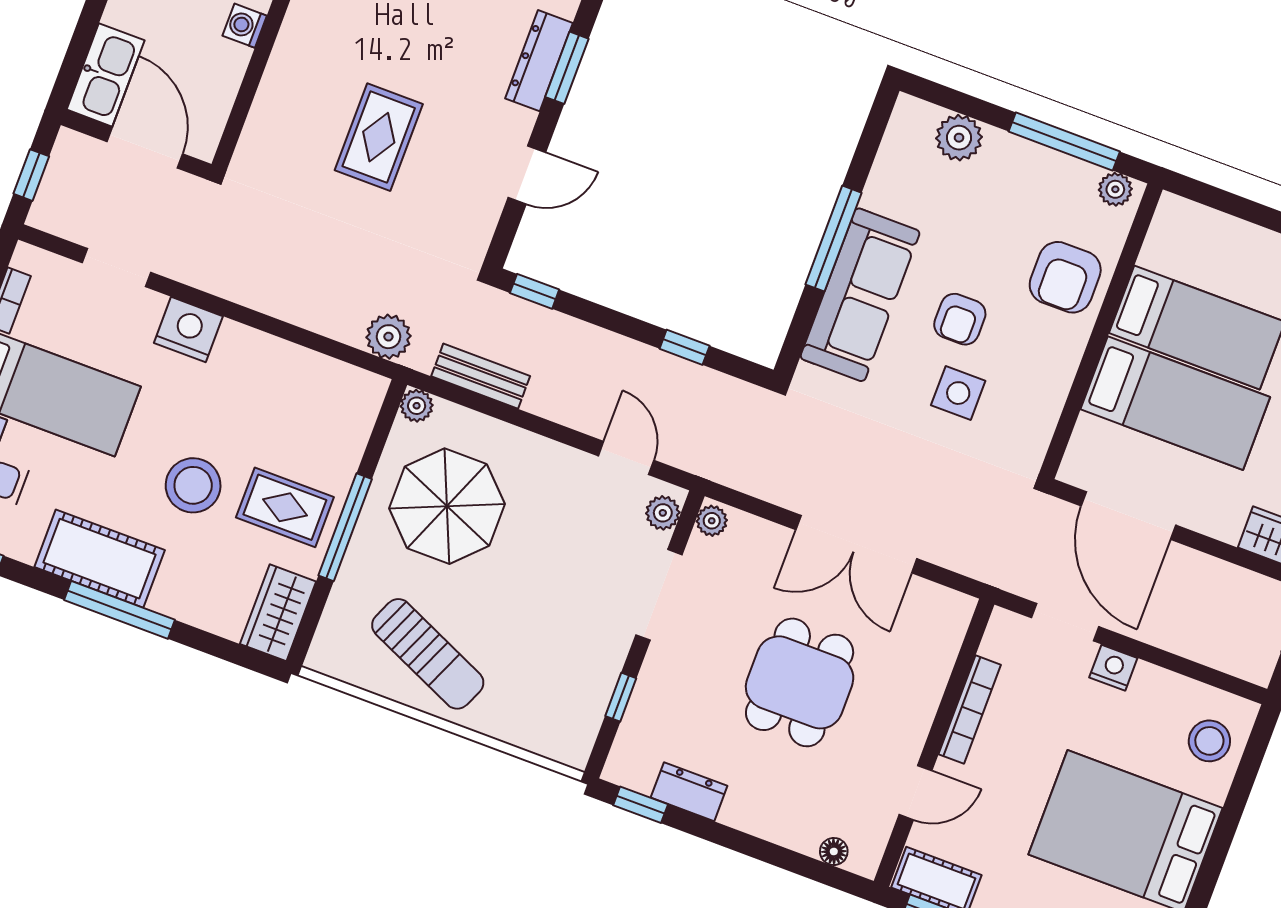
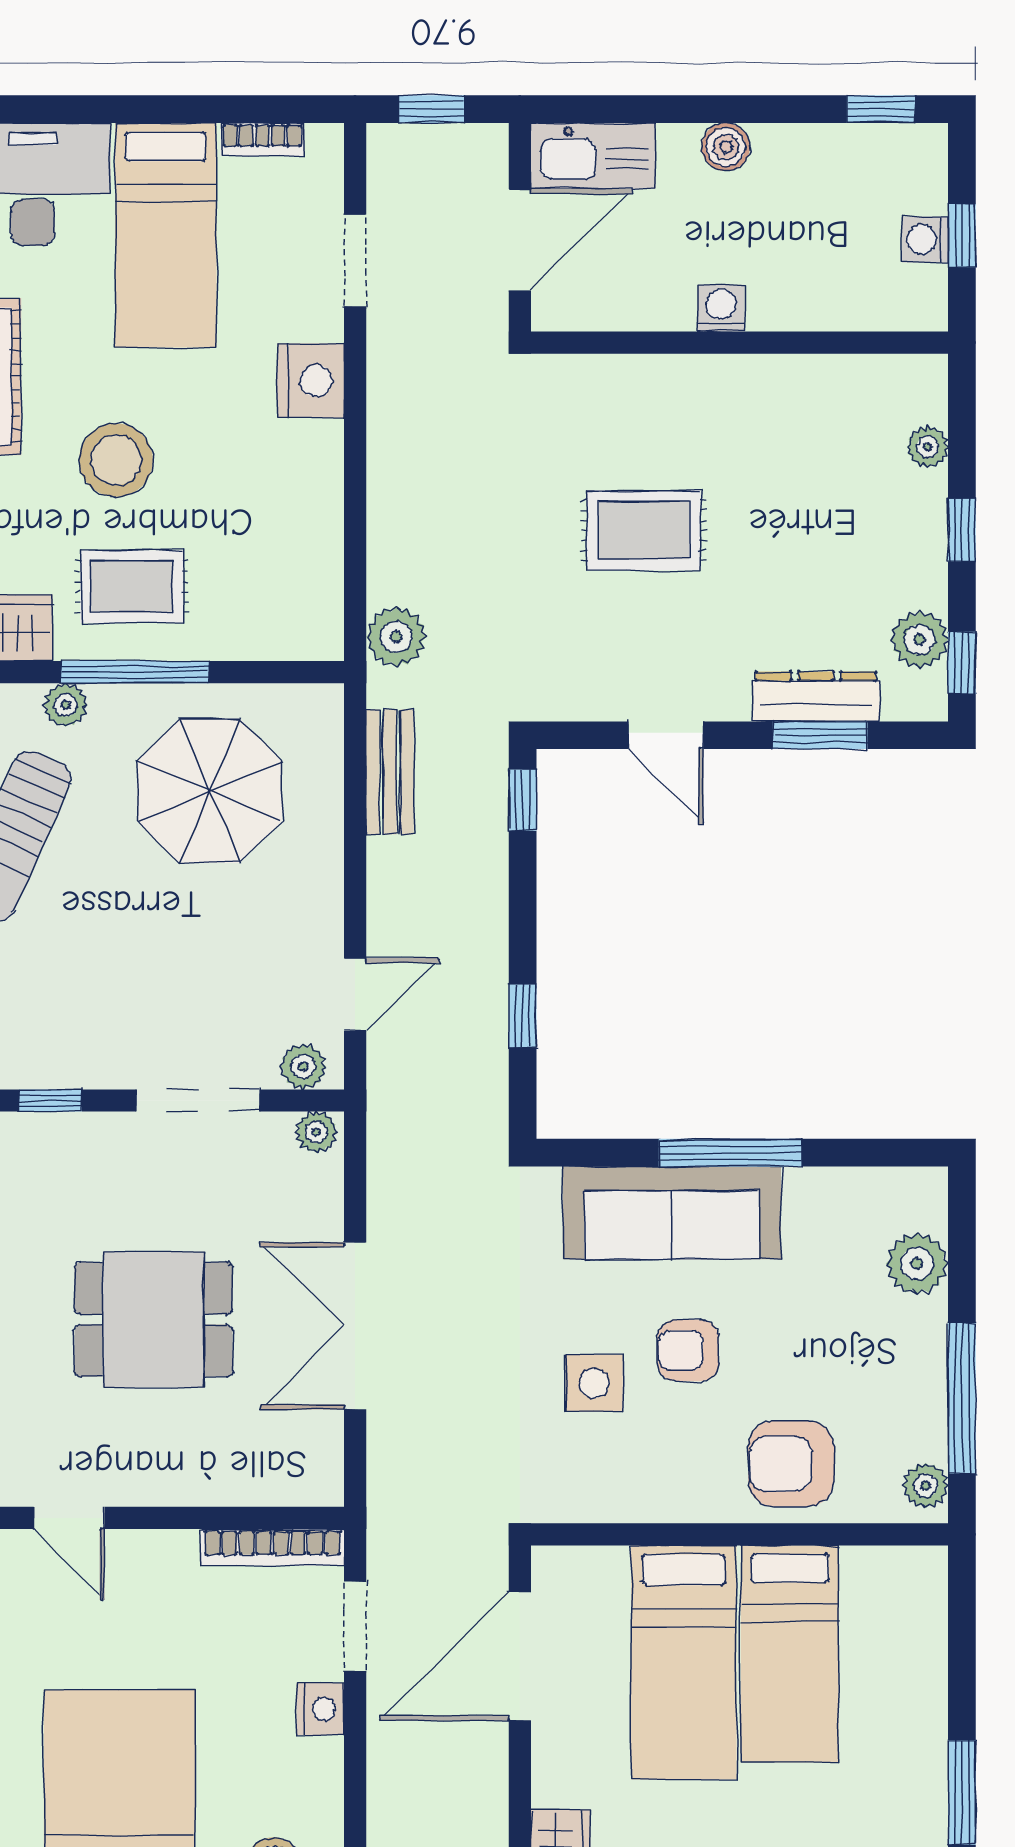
plant: (417, 406) -> (66, 705), moved
rug: (285, 507) -> (132, 587), turned 90
bookcase: (970, 710) -> (272, 1547), moved

